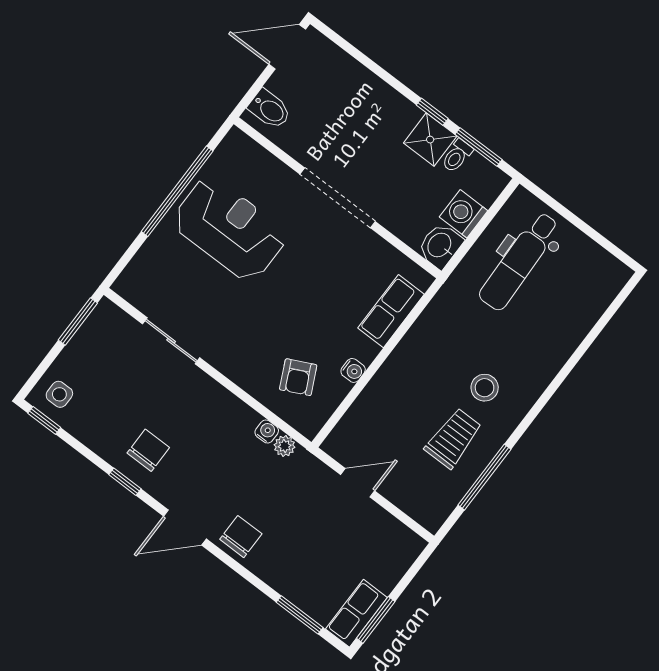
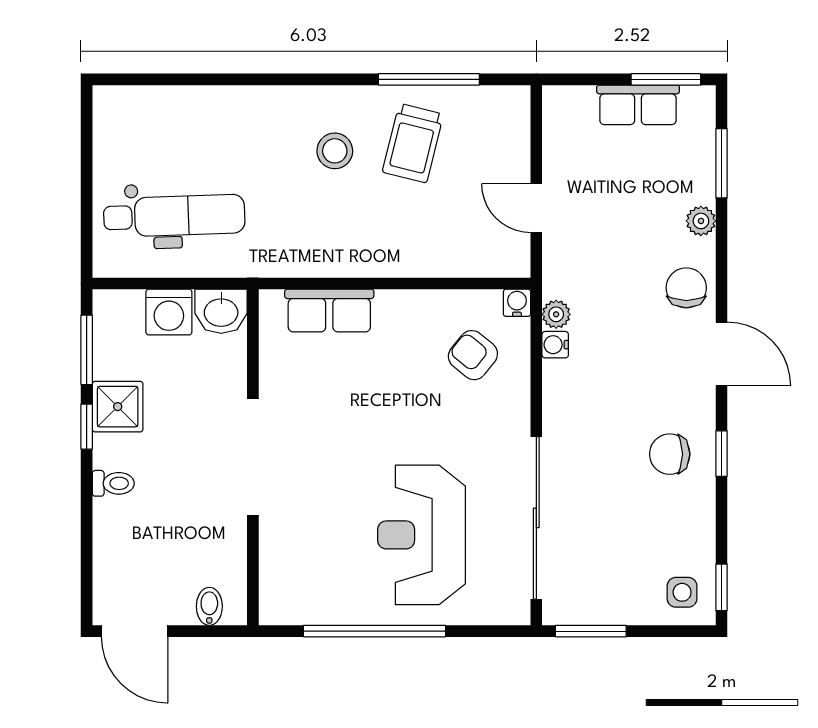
bidet: (270, 109) -> (209, 606), width x0.72, depth x0.74
toilet: (457, 156) -> (113, 483), moved
reception desk: (229, 229) -> (422, 535), moved
sliding door: (171, 341) -> (536, 518), width x1.86
water cooler: (353, 370) -> (517, 303), moved
armchair: (298, 377) -> (473, 355), turned -115
trolley: (453, 438) -> (413, 143), turned -76
chair: (241, 537) -> (686, 288), turned 90
plant: (274, 576) -> (701, 221), added
row of seats: (356, 613) -> (638, 105), moved

